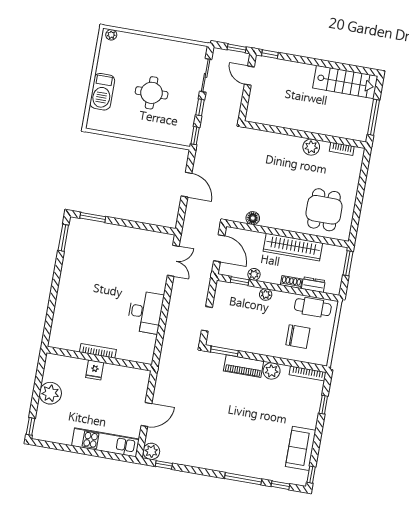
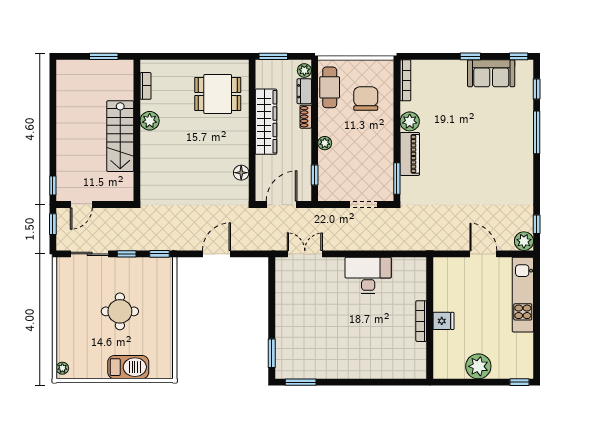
stairs: (345, 82) -> (120, 136), moved, turned 180
window: (373, 117) -> (104, 56), width x0.69
plant: (254, 274) -> (304, 70), moved
window: (323, 405) -> (470, 56), moved

